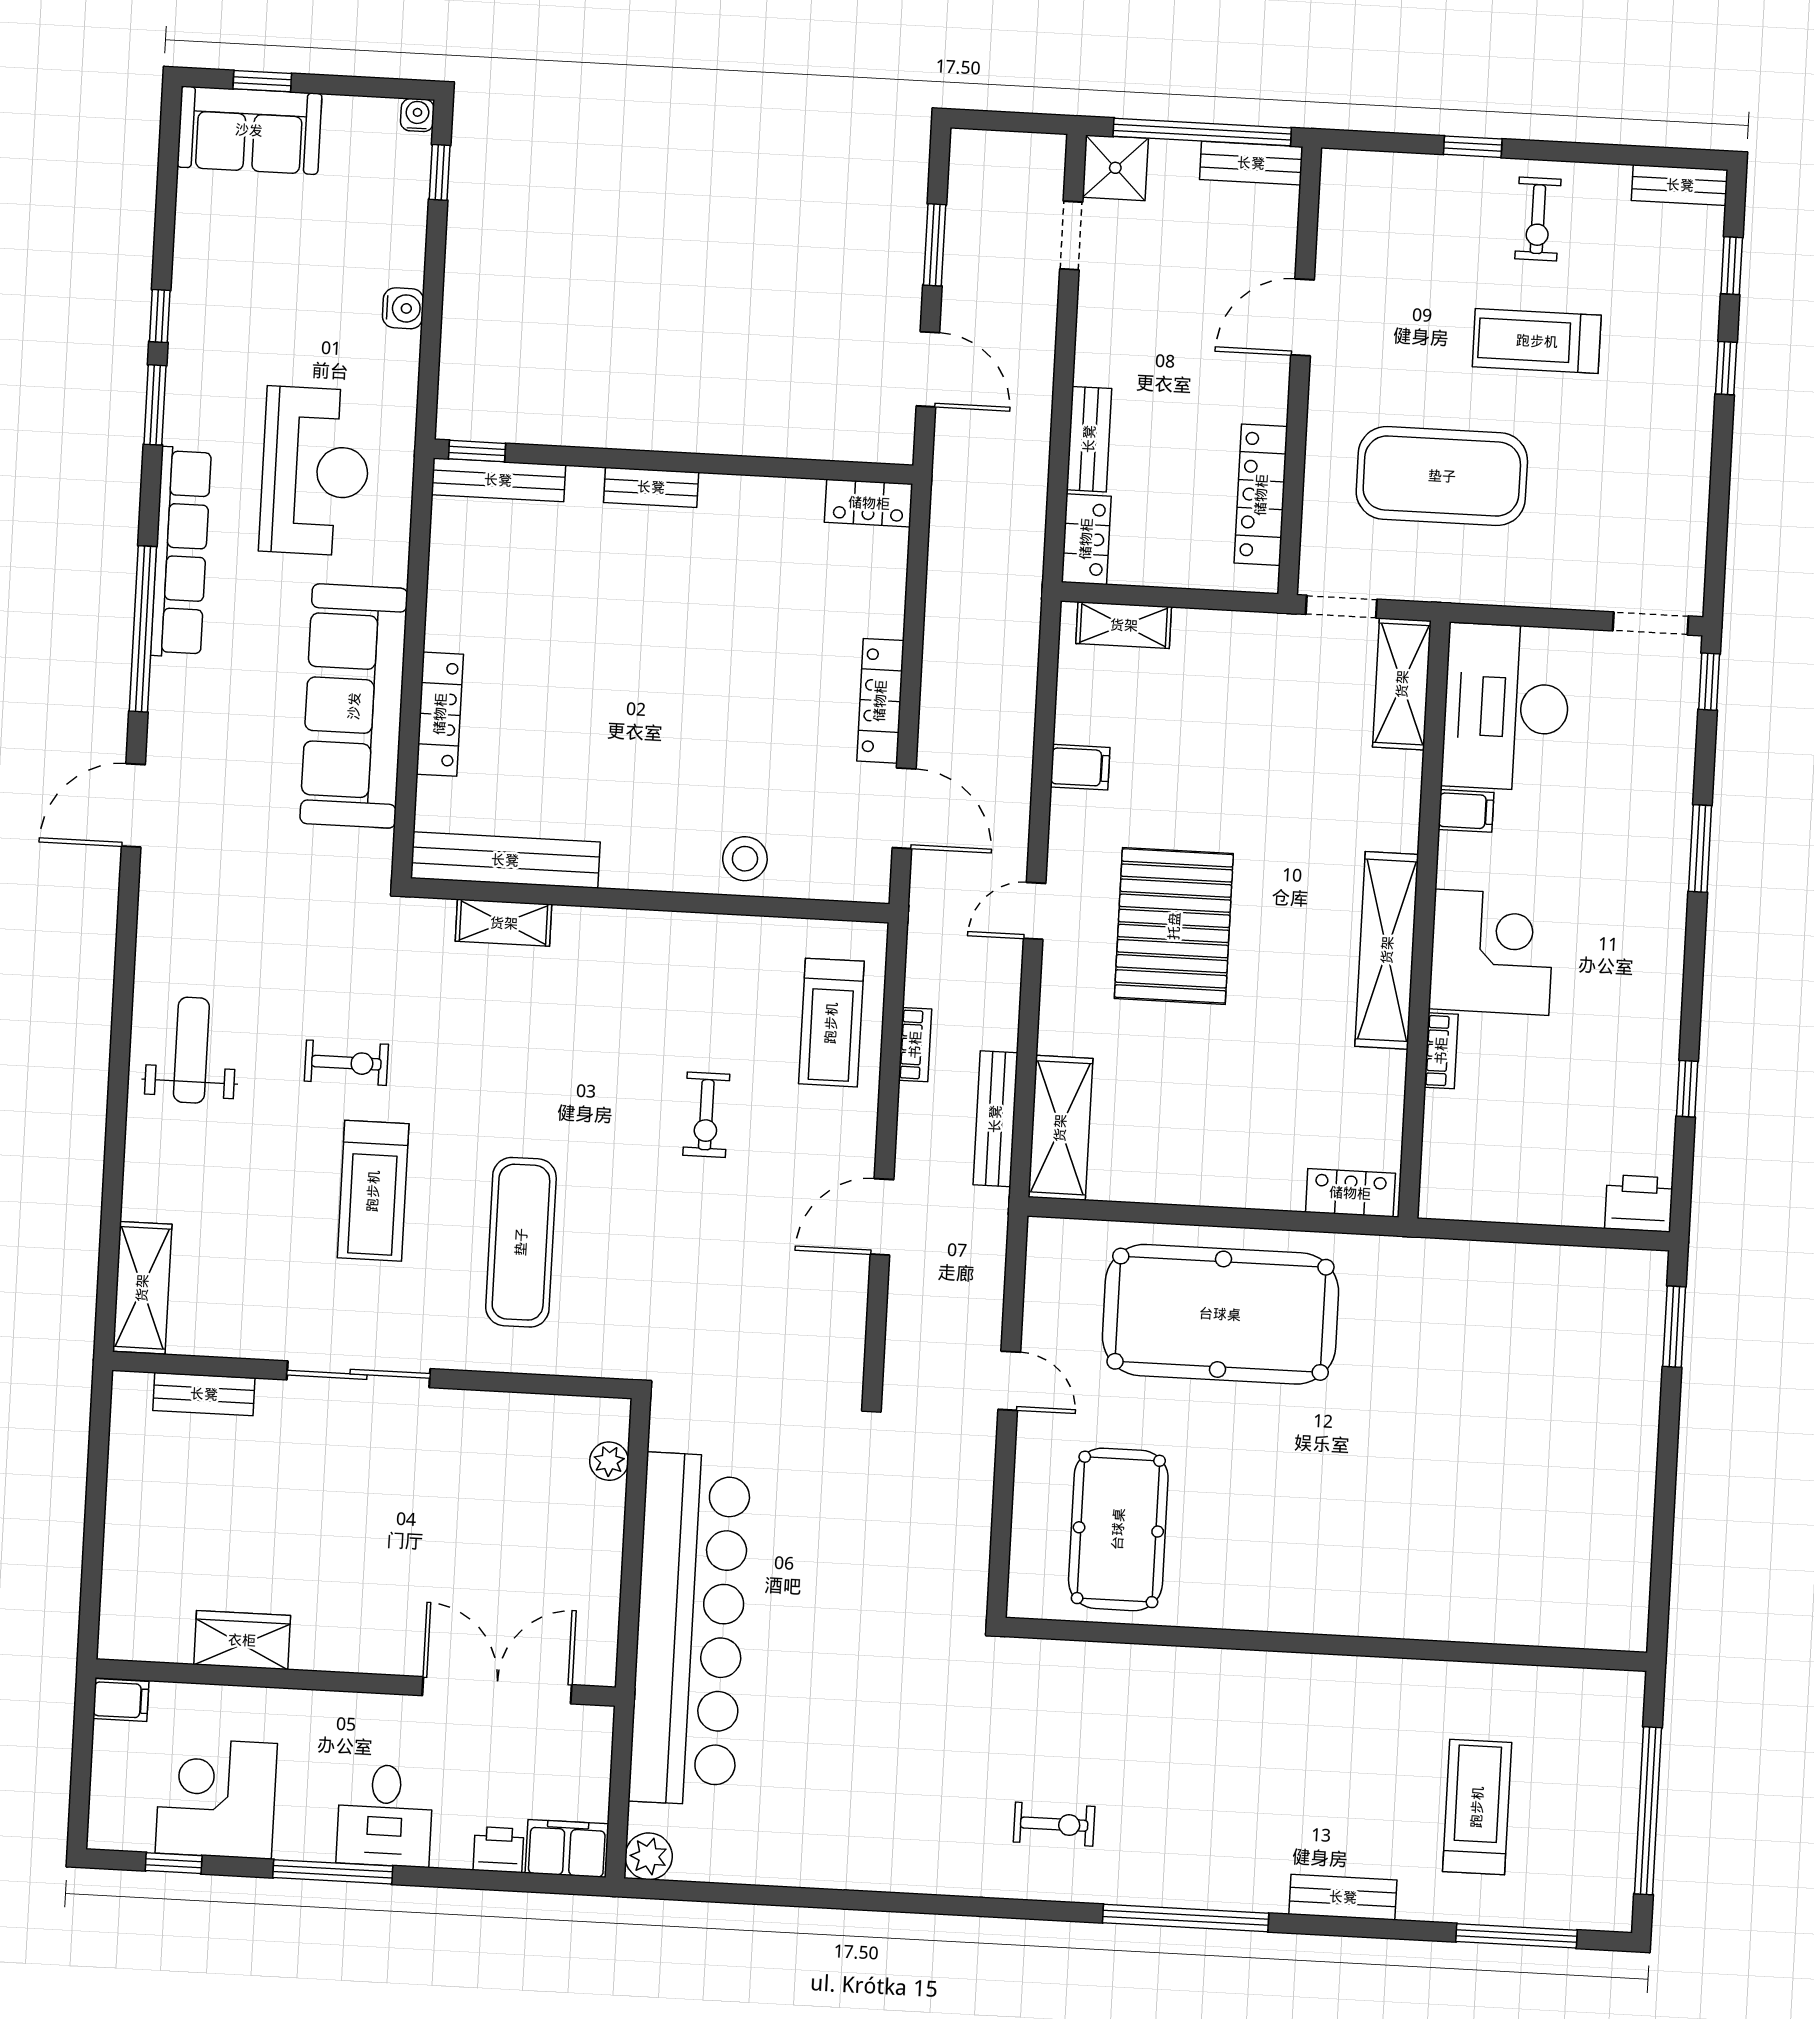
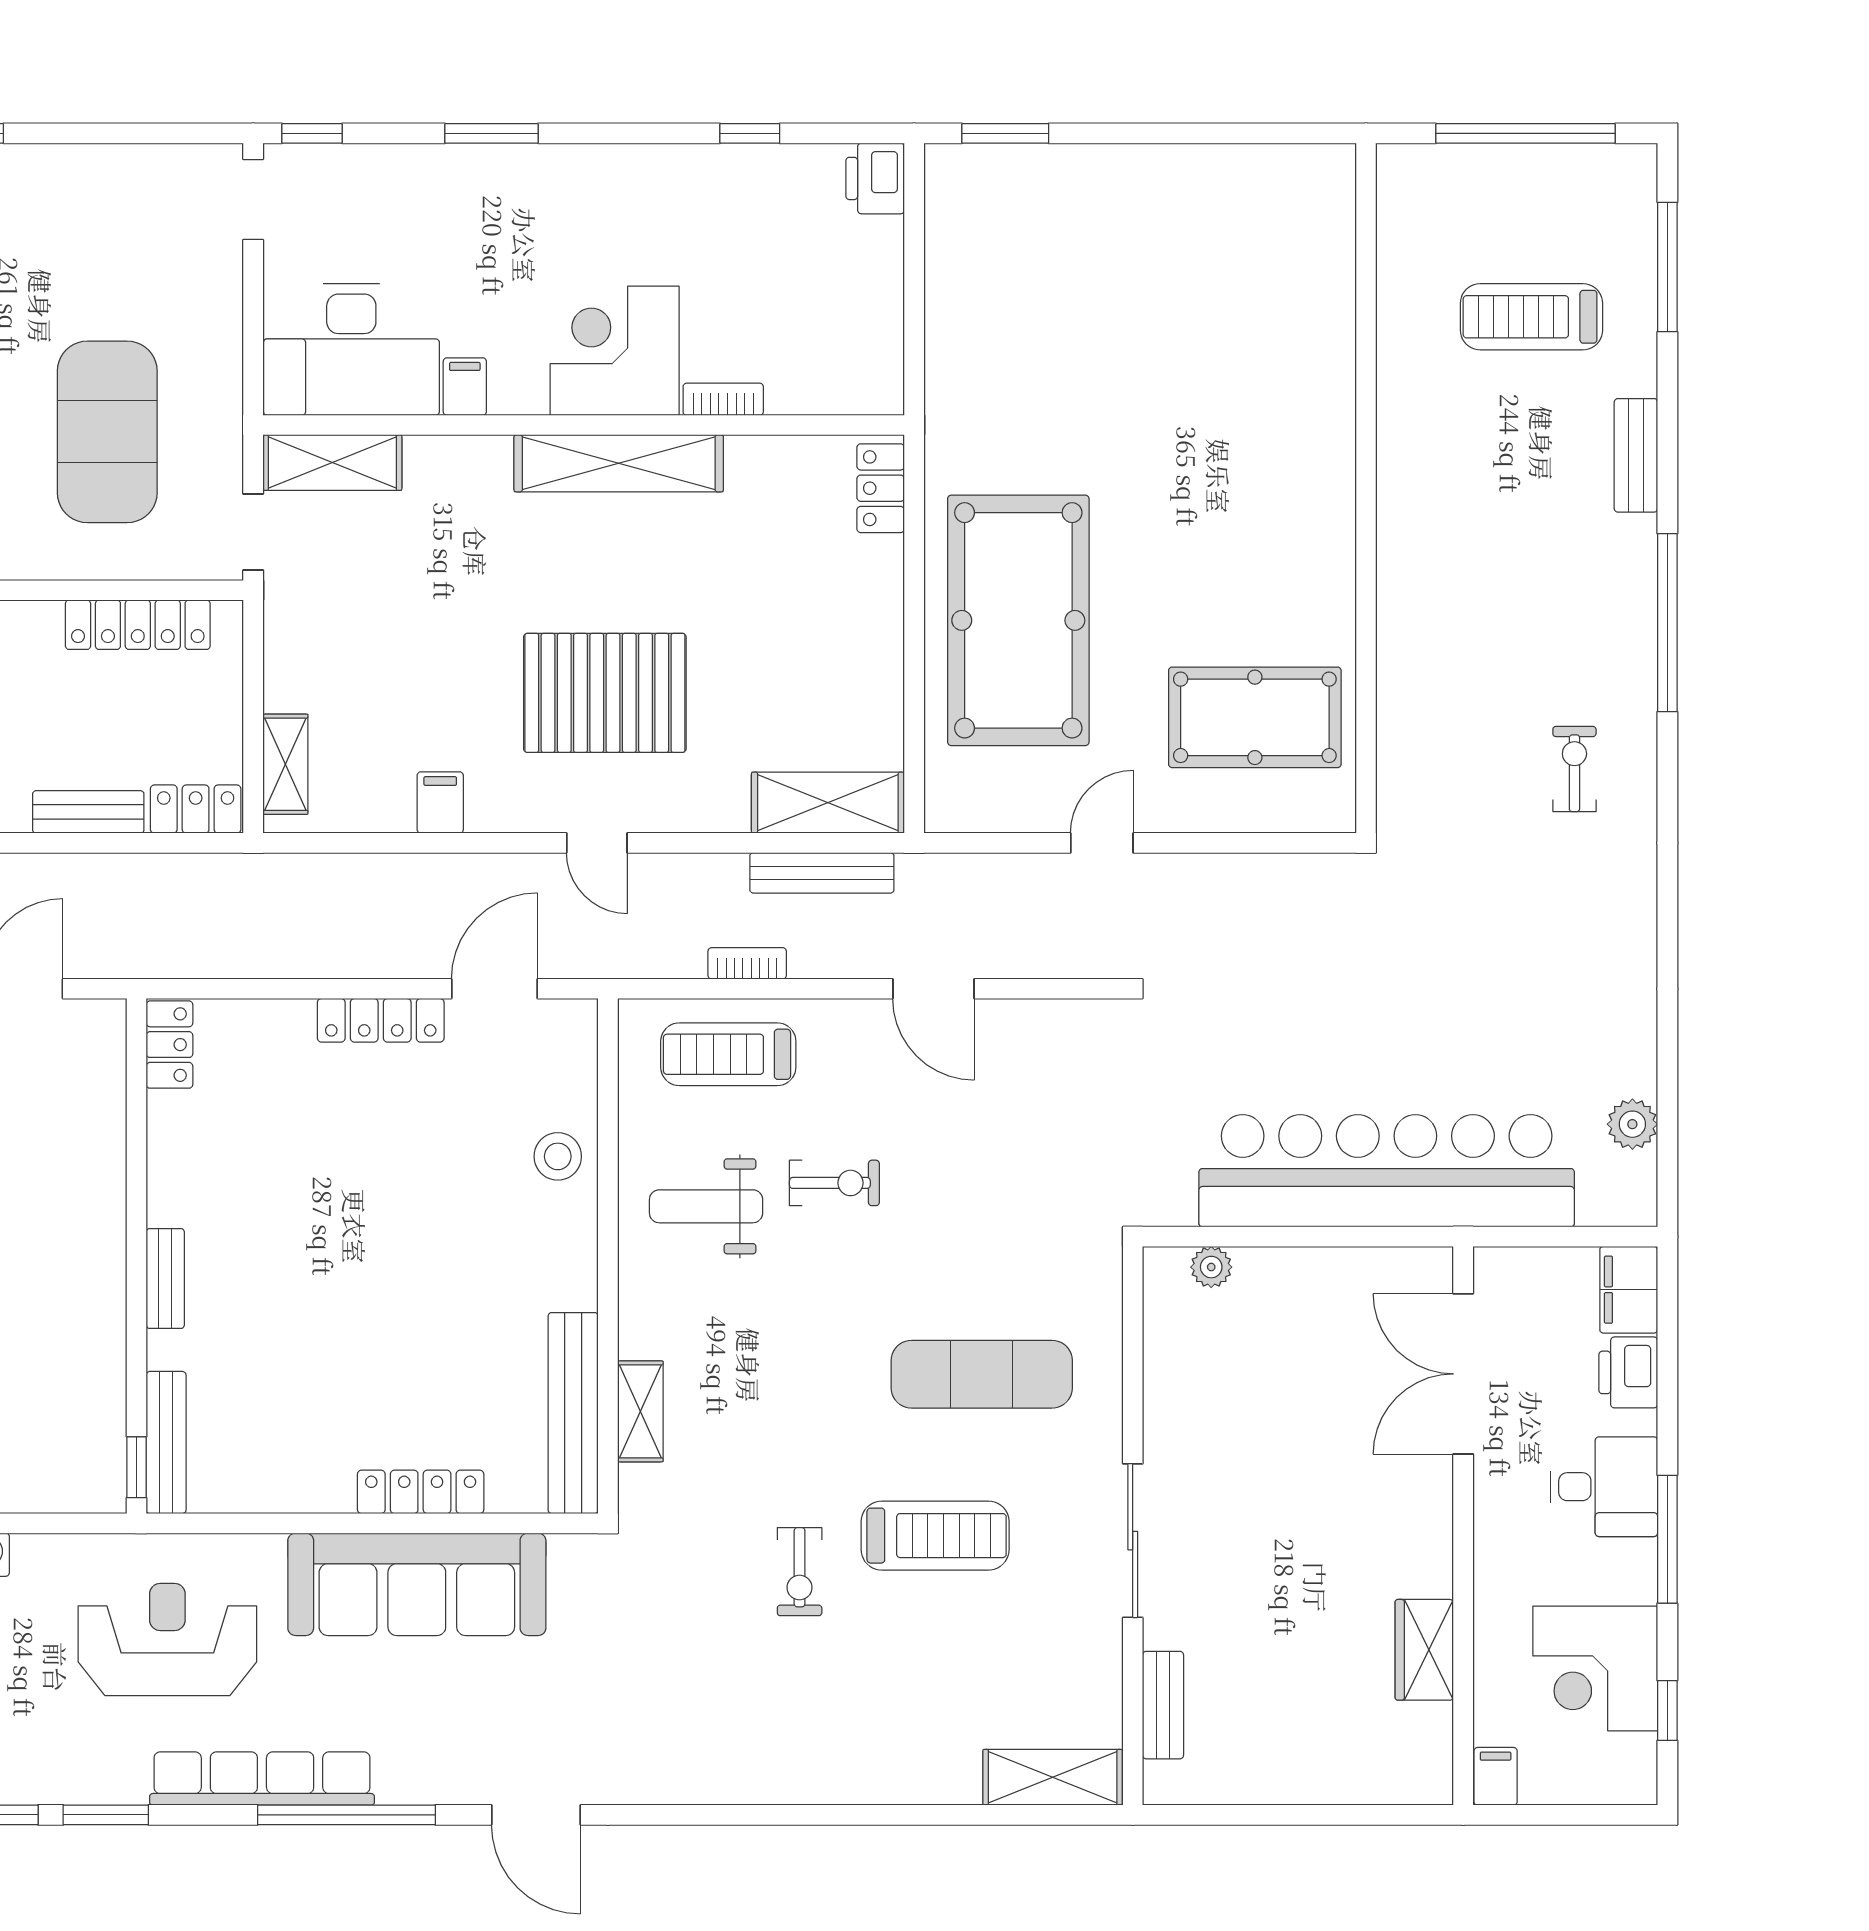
treadmill: (831, 1023) -> (728, 1054), turned 180
weight bench: (191, 1050) -> (706, 1206), moved
exercise bike: (346, 1063) -> (800, 1572), turned 180
printer: (498, 1850) -> (1628, 1372), width x1.36, depth x1.24
plant: (649, 1856) -> (1632, 1124), moved

